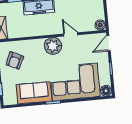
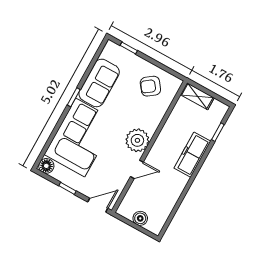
boiler: (100, 25) -> (140, 218), moved
door: (109, 43) -> (98, 205), hinge flipped
armchair: (15, 60) -> (150, 86), turned -62

